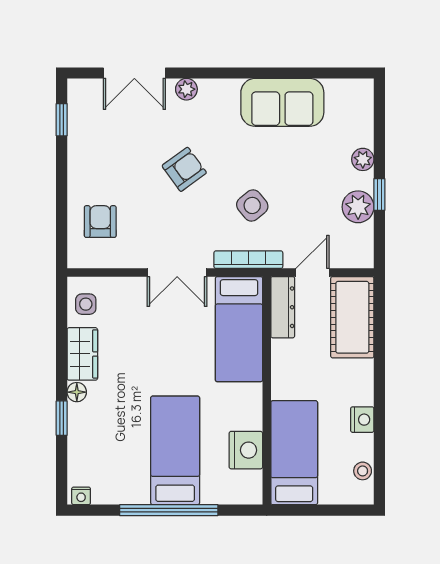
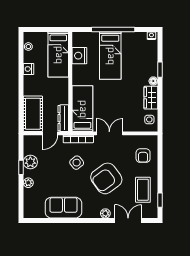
coffee table: (100, 143) -> (143, 190), added
armchair: (184, 169) -> (106, 178), width x1.88, depth x1.88

